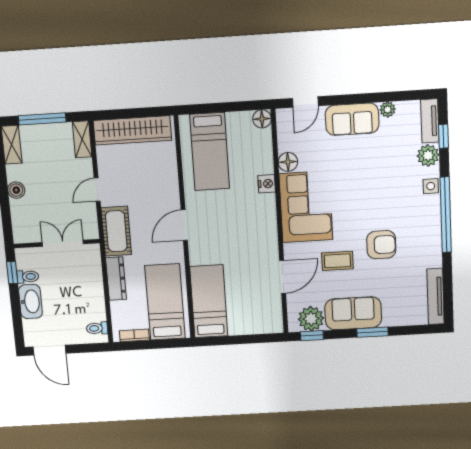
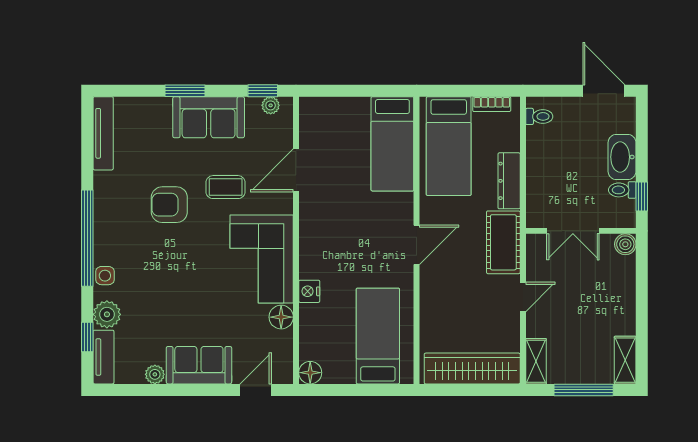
boiler: (16, 190) -> (625, 244), moved
plant: (311, 319) -> (271, 105), width x0.53, depth x0.53

